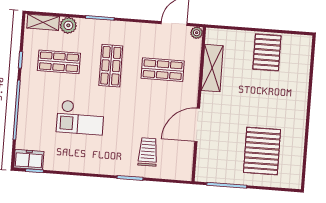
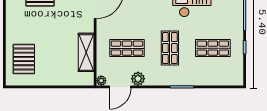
shelving: (43, 22) -> (228, 80), removed
plant: (68, 25) -> (138, 79), moved
pallet: (267, 52) -> (24, 59), moved

